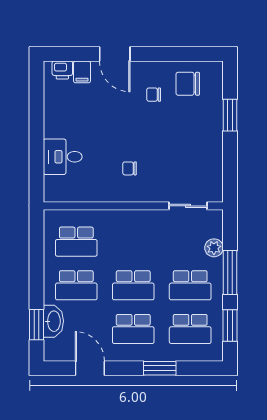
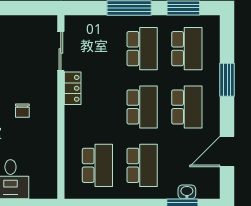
locker: (152, 217) -> (73, 88), added
plant: (214, 248) -> (104, 24), removed
washbasin: (53, 321) -> (187, 192), width x0.52, depth x0.69

